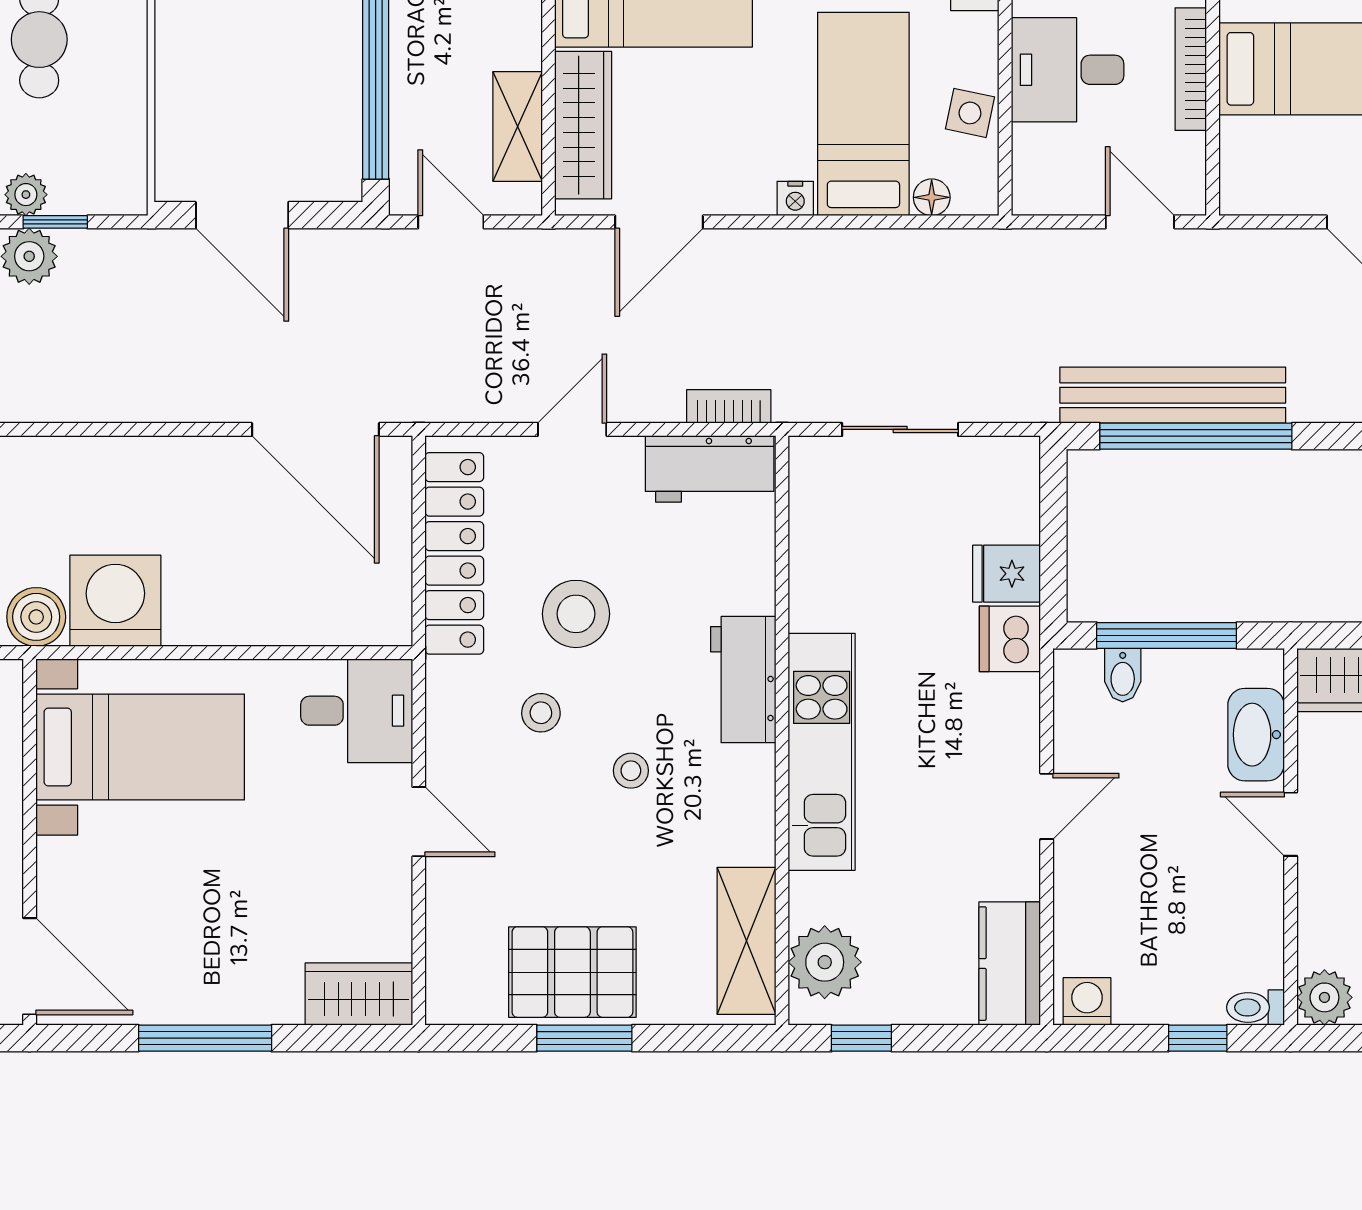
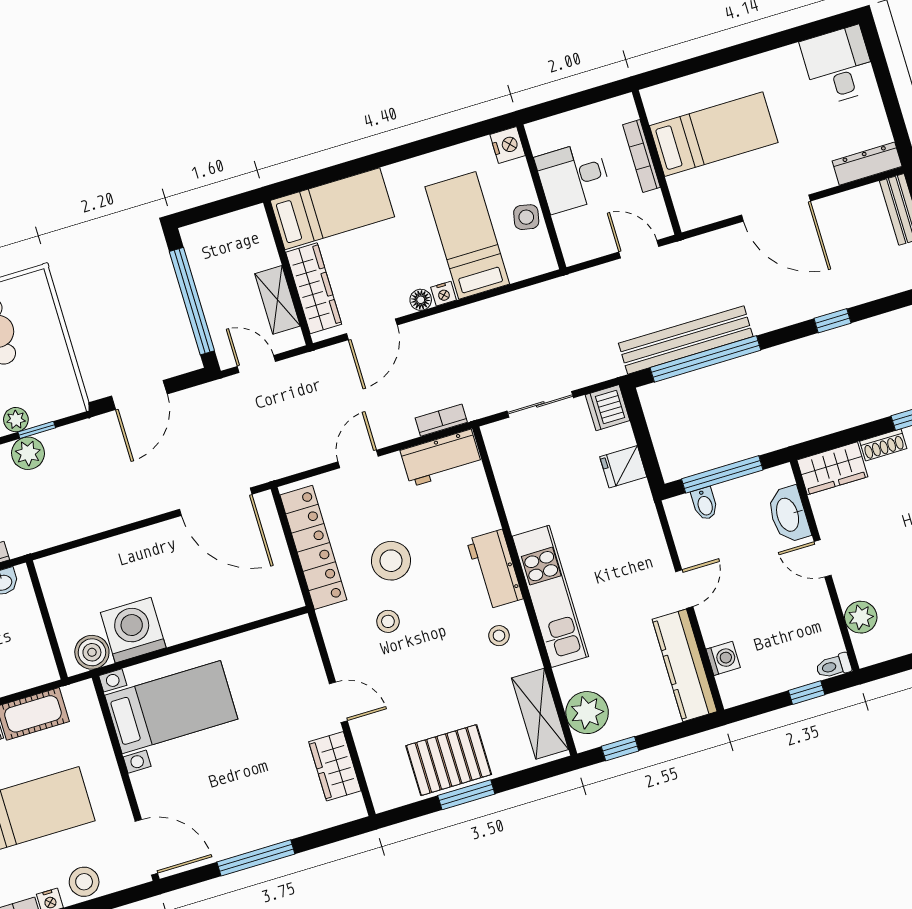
floor lamp: (932, 197) -> (421, 300), moved
door: (242, 215) -> (139, 395), hinge flipped
dishwasher: (1010, 639) -> (608, 408), moved
desk: (357, 711) -> (285, 651), removed
stool: (631, 771) -> (499, 636), moved
kitchen counter: (1010, 964) -> (685, 665), width x1.50
wardrobe: (359, 994) -> (335, 766), moved, turned -90
plant: (1324, 997) -> (861, 617), moved
washing machine: (1087, 1001) -> (723, 658), moved, turned 90

